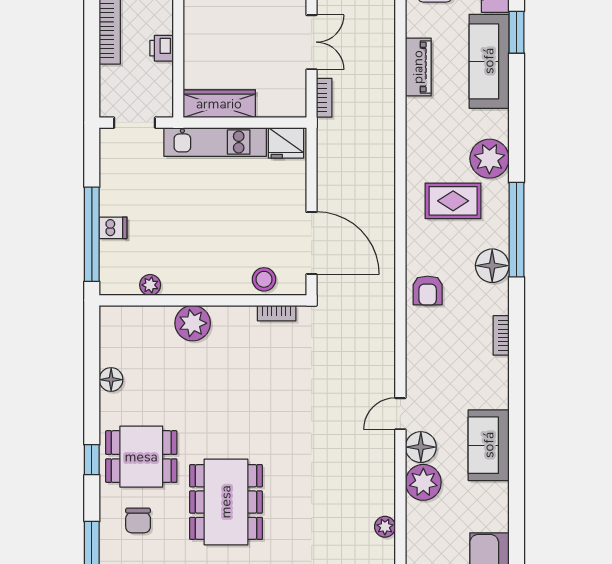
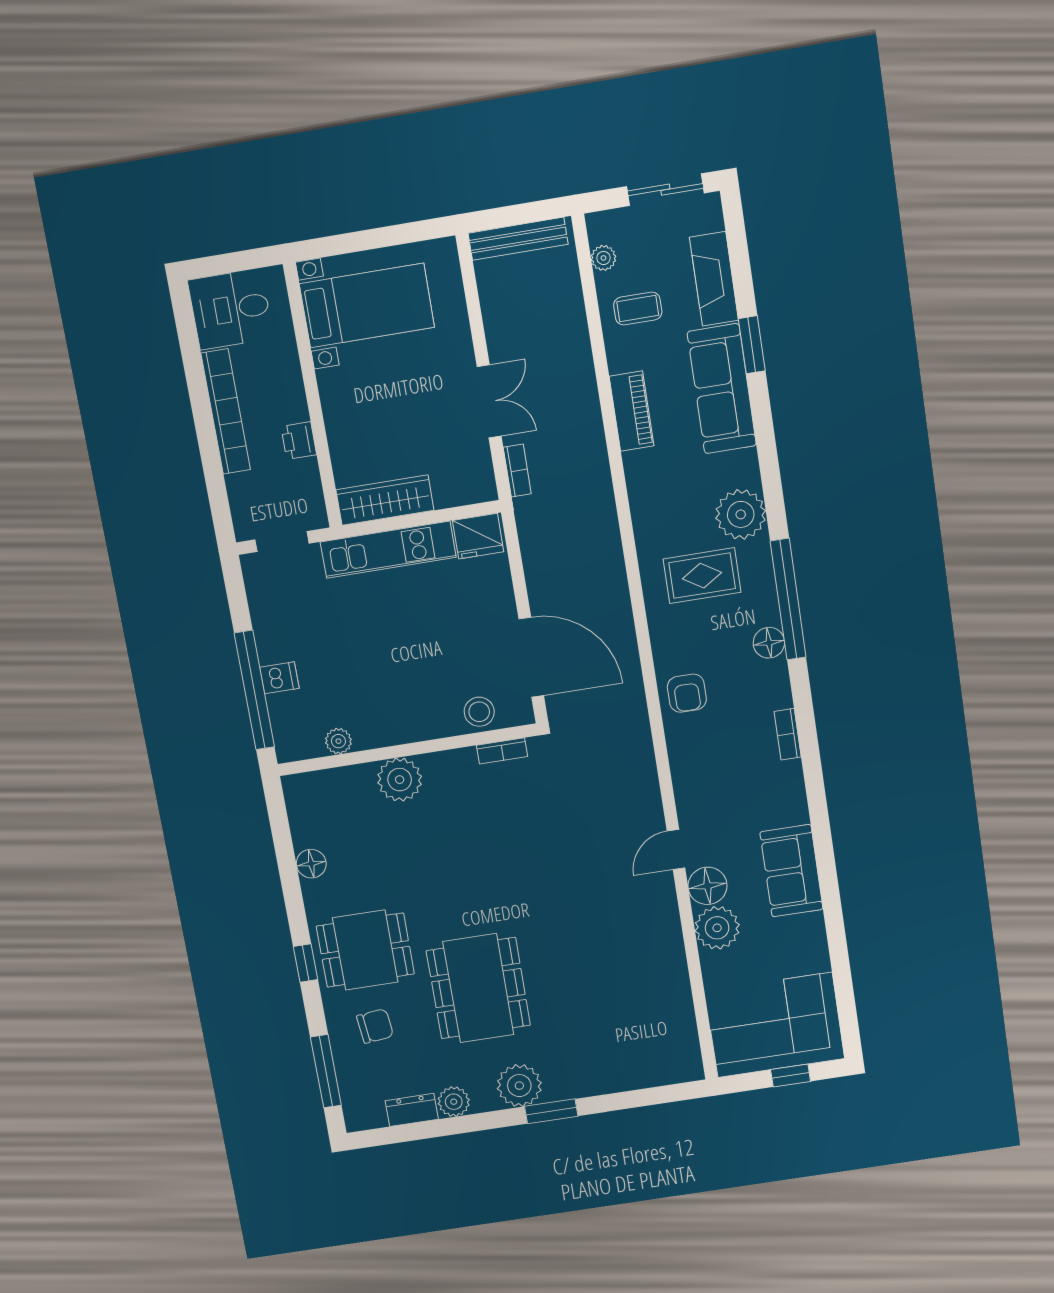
floor lamp: (492, 266) -> (769, 643), width x0.73, depth x0.73
chair: (138, 520) -> (375, 1026), turned -96
plant: (385, 527) -> (678, 988), removed

